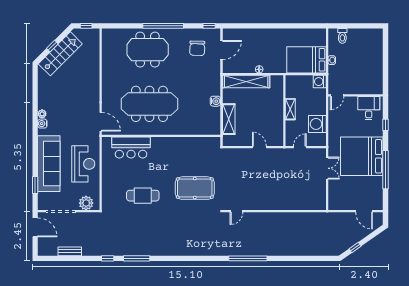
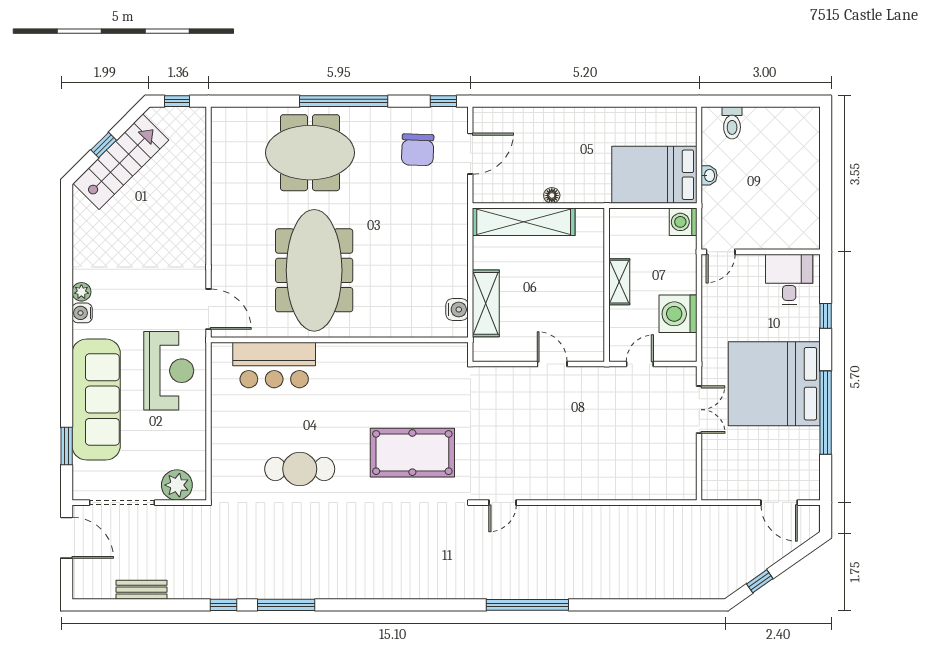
water cooler: (215, 101) -> (457, 309), moved
meeting table: (149, 104) -> (314, 270), turned 90
reception desk: (83, 164) -> (169, 371), moved

